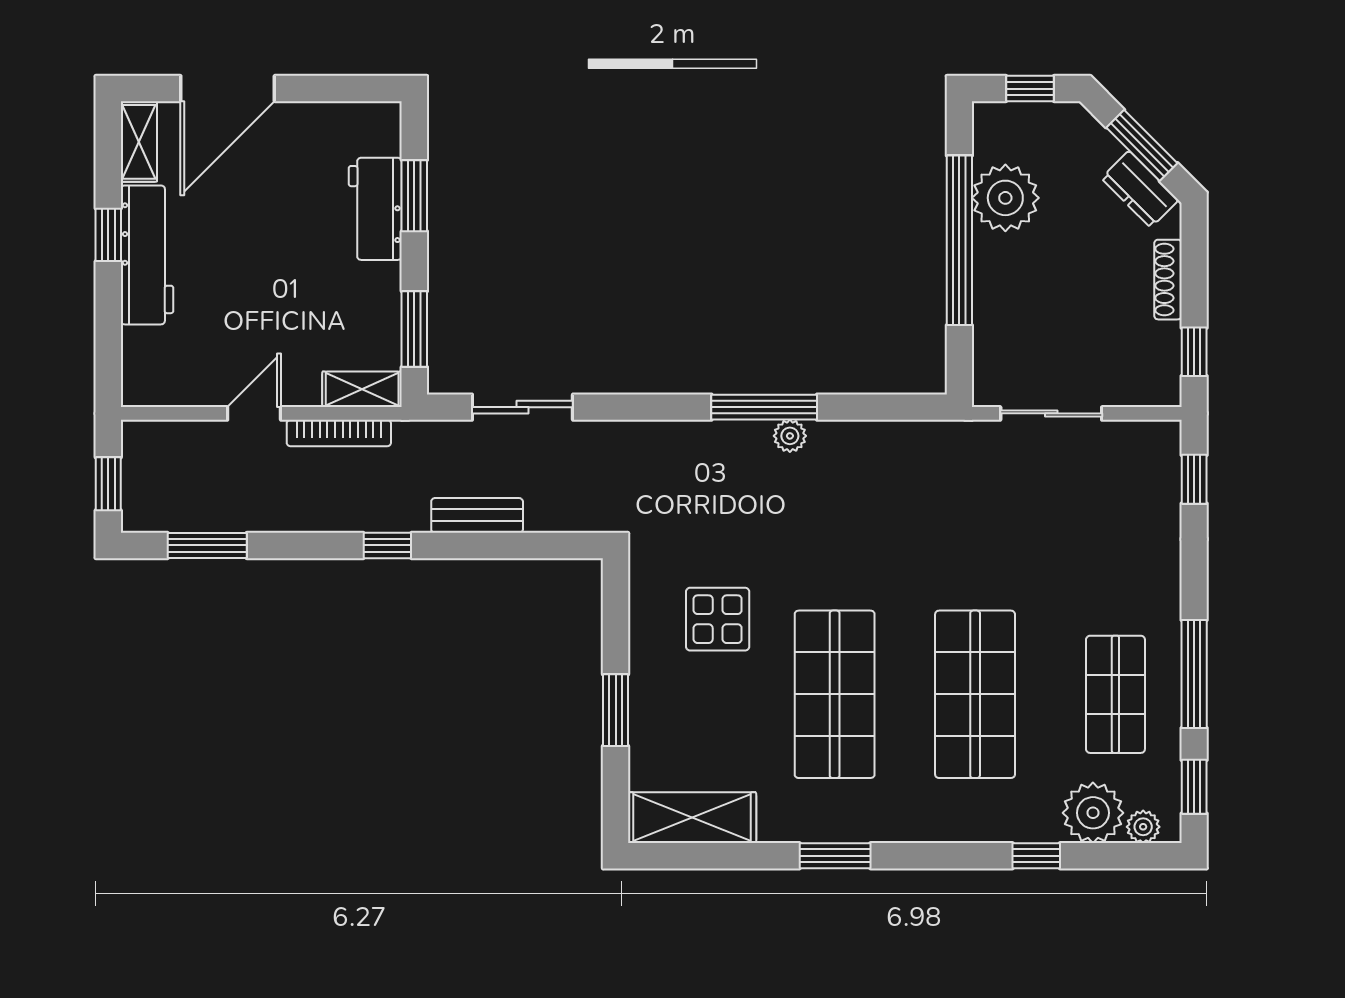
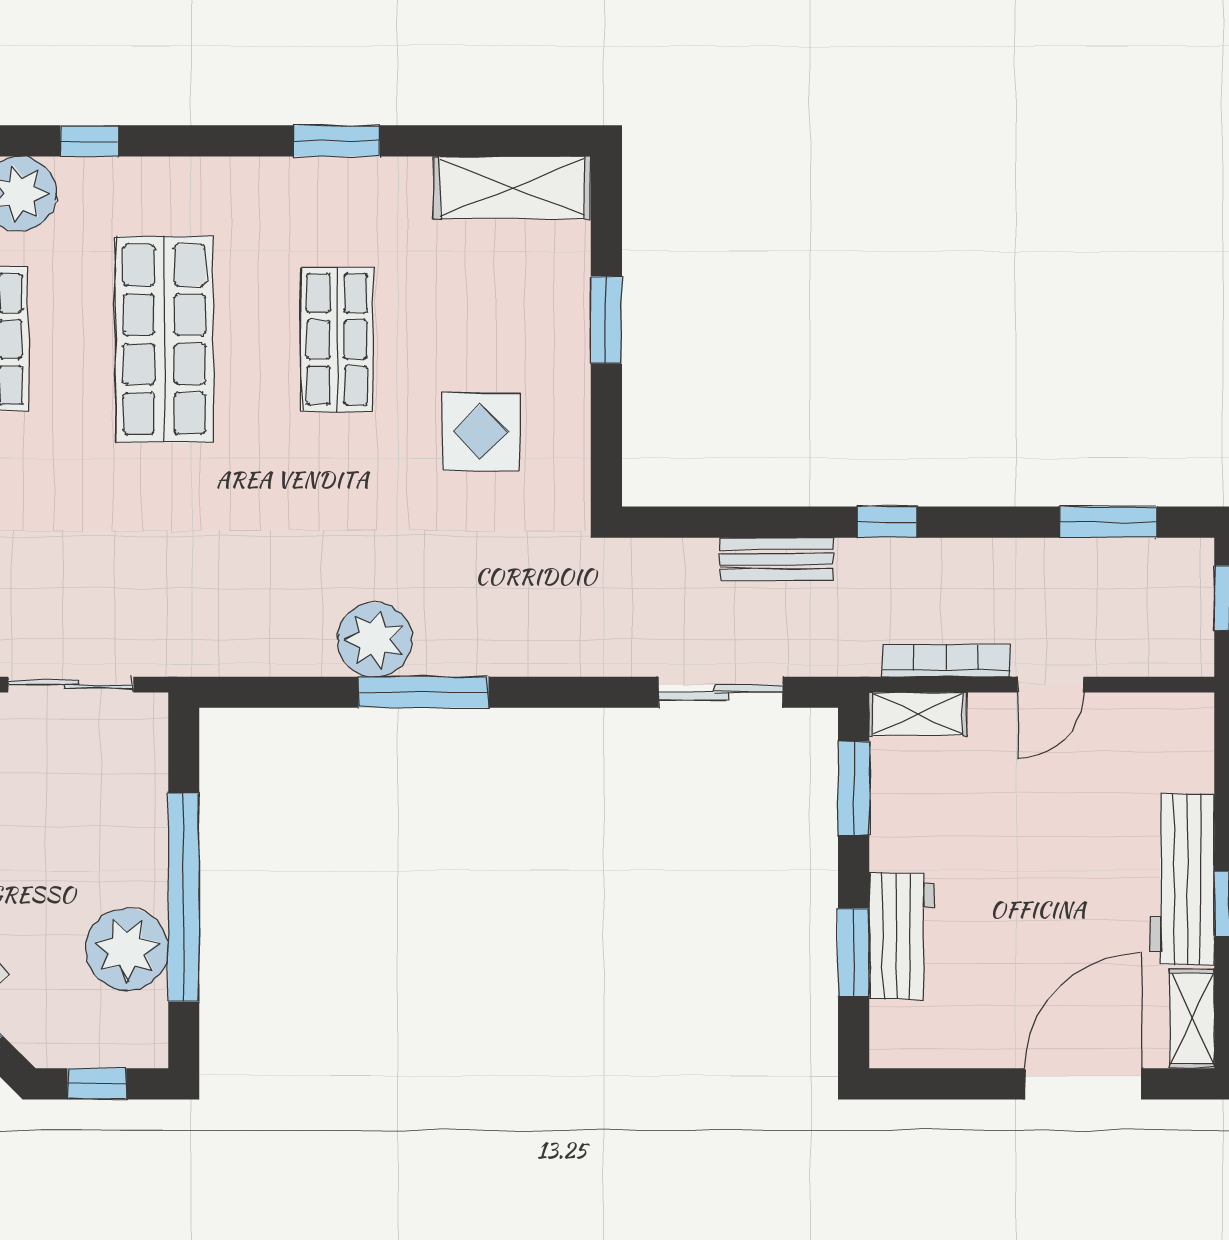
plant: (790, 436) -> (375, 640), width x1.87, depth x1.87
shop shelf: (835, 694) -> (337, 339), width x0.70, depth x0.74

